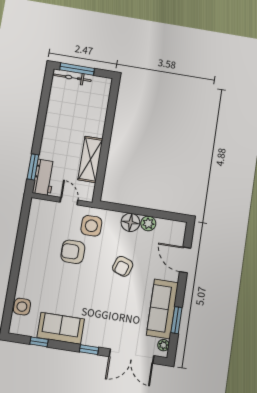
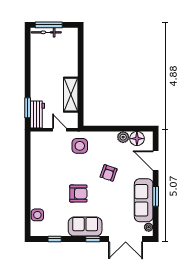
floor lamp: (130, 222) -> (137, 139), moved
armchair: (73, 252) -> (78, 194), moved, turned 180
window: (176, 320) -> (156, 196), moved
sofa: (61, 328) -> (85, 227), moved

